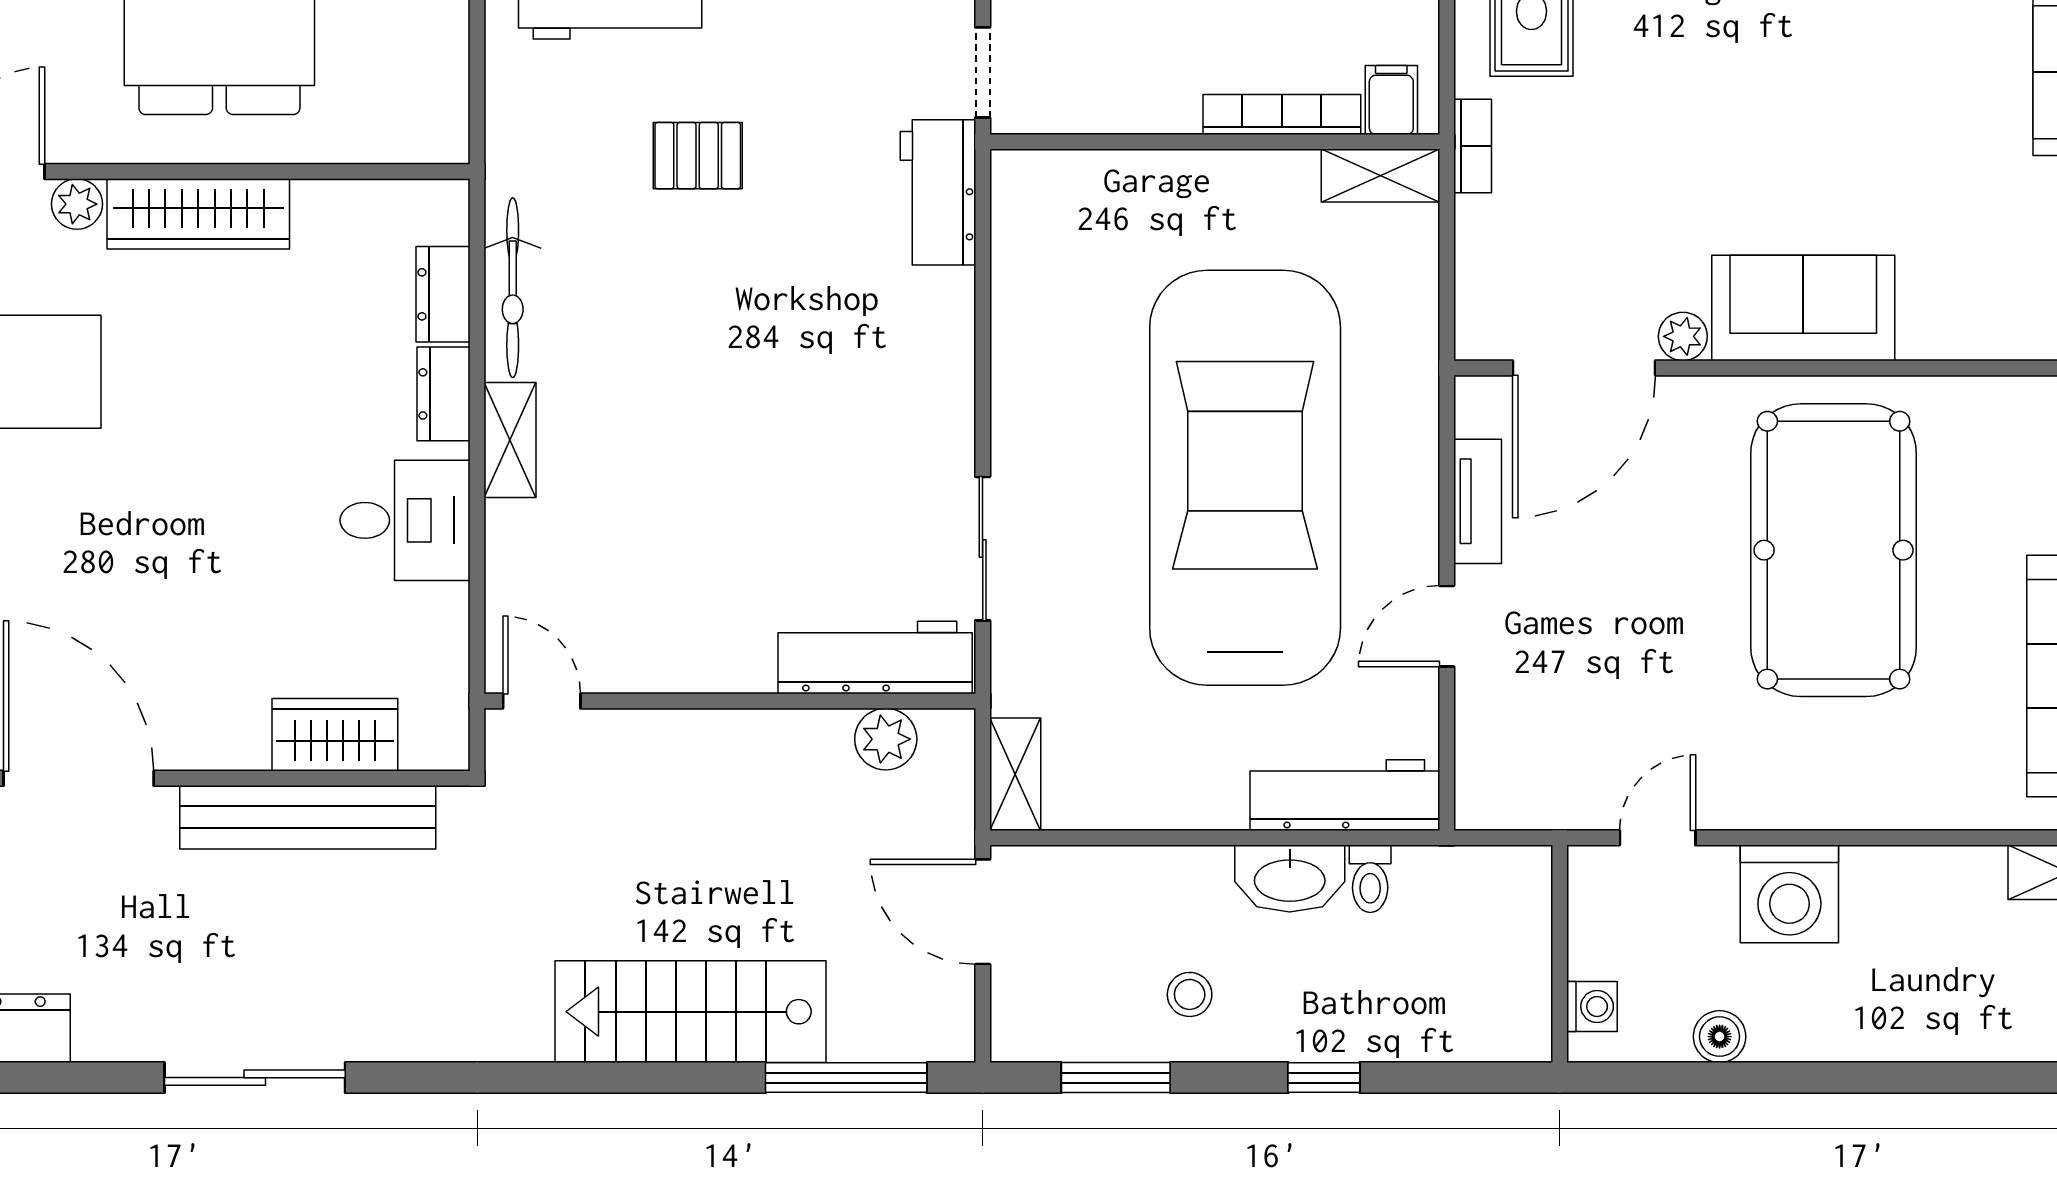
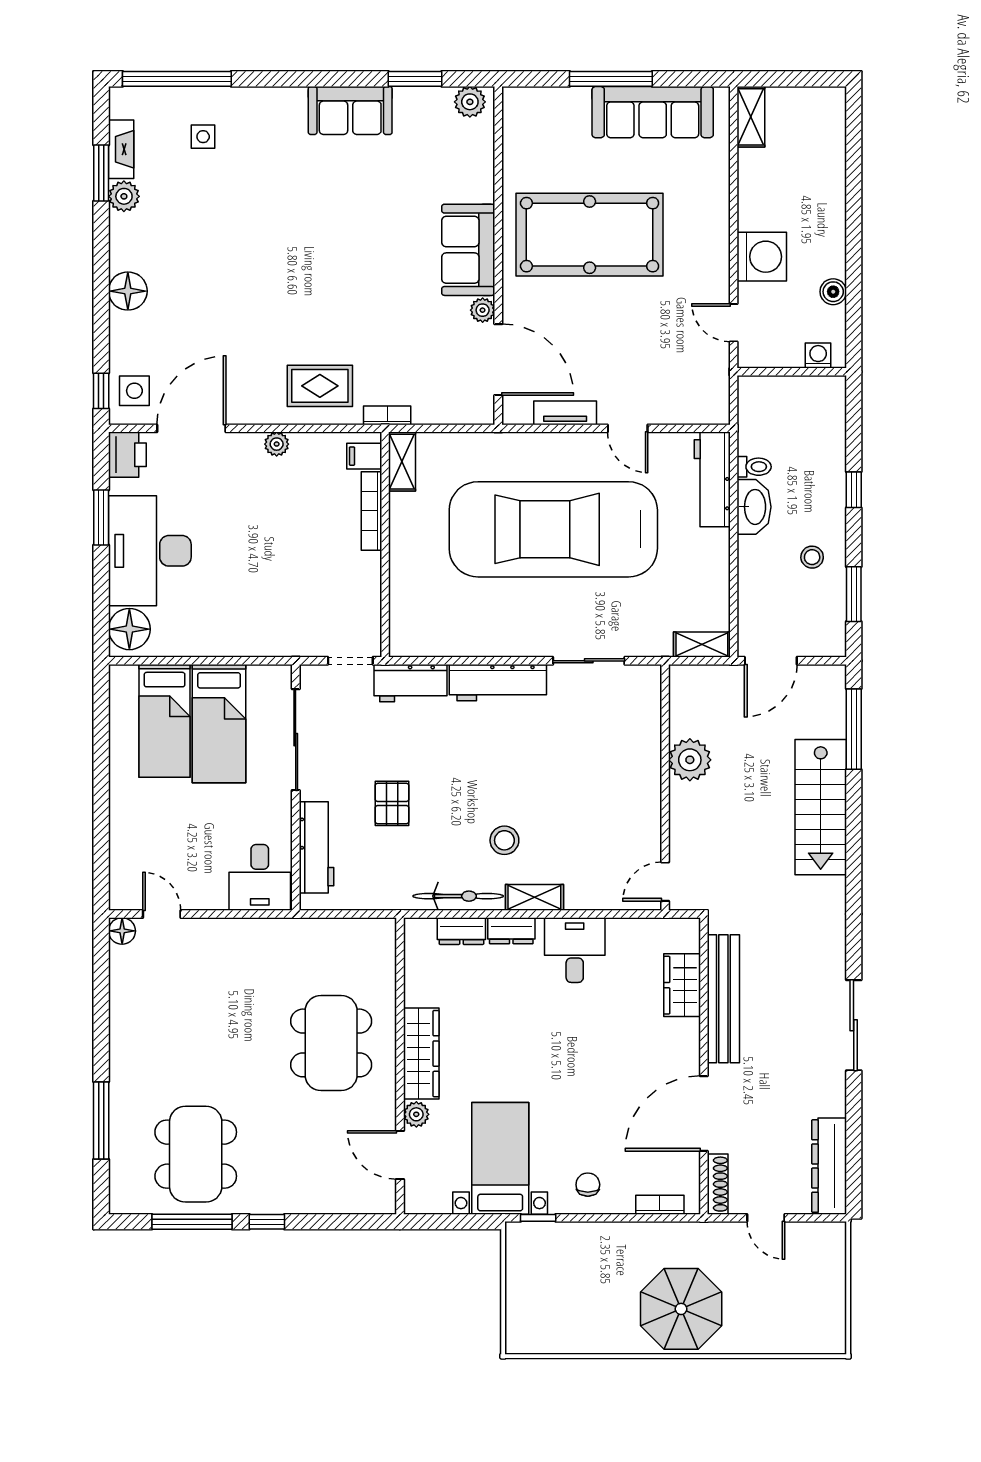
stool: (624, 380) -> (504, 840), added
workbench: (875, 657) -> (498, 683), moved, turned -90
plant: (886, 739) -> (690, 760), moved, width x1.36, depth x1.36

